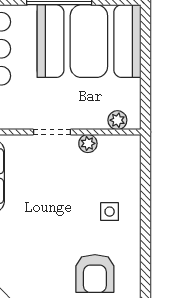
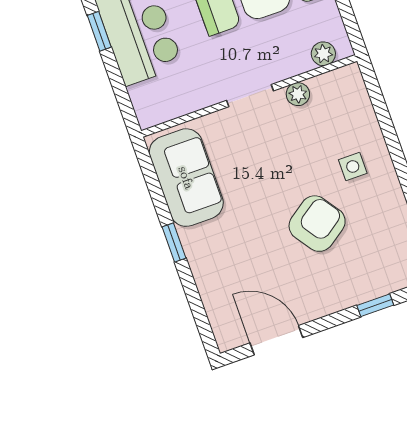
armchair: (95, 274) -> (317, 224), moved, turned -125

